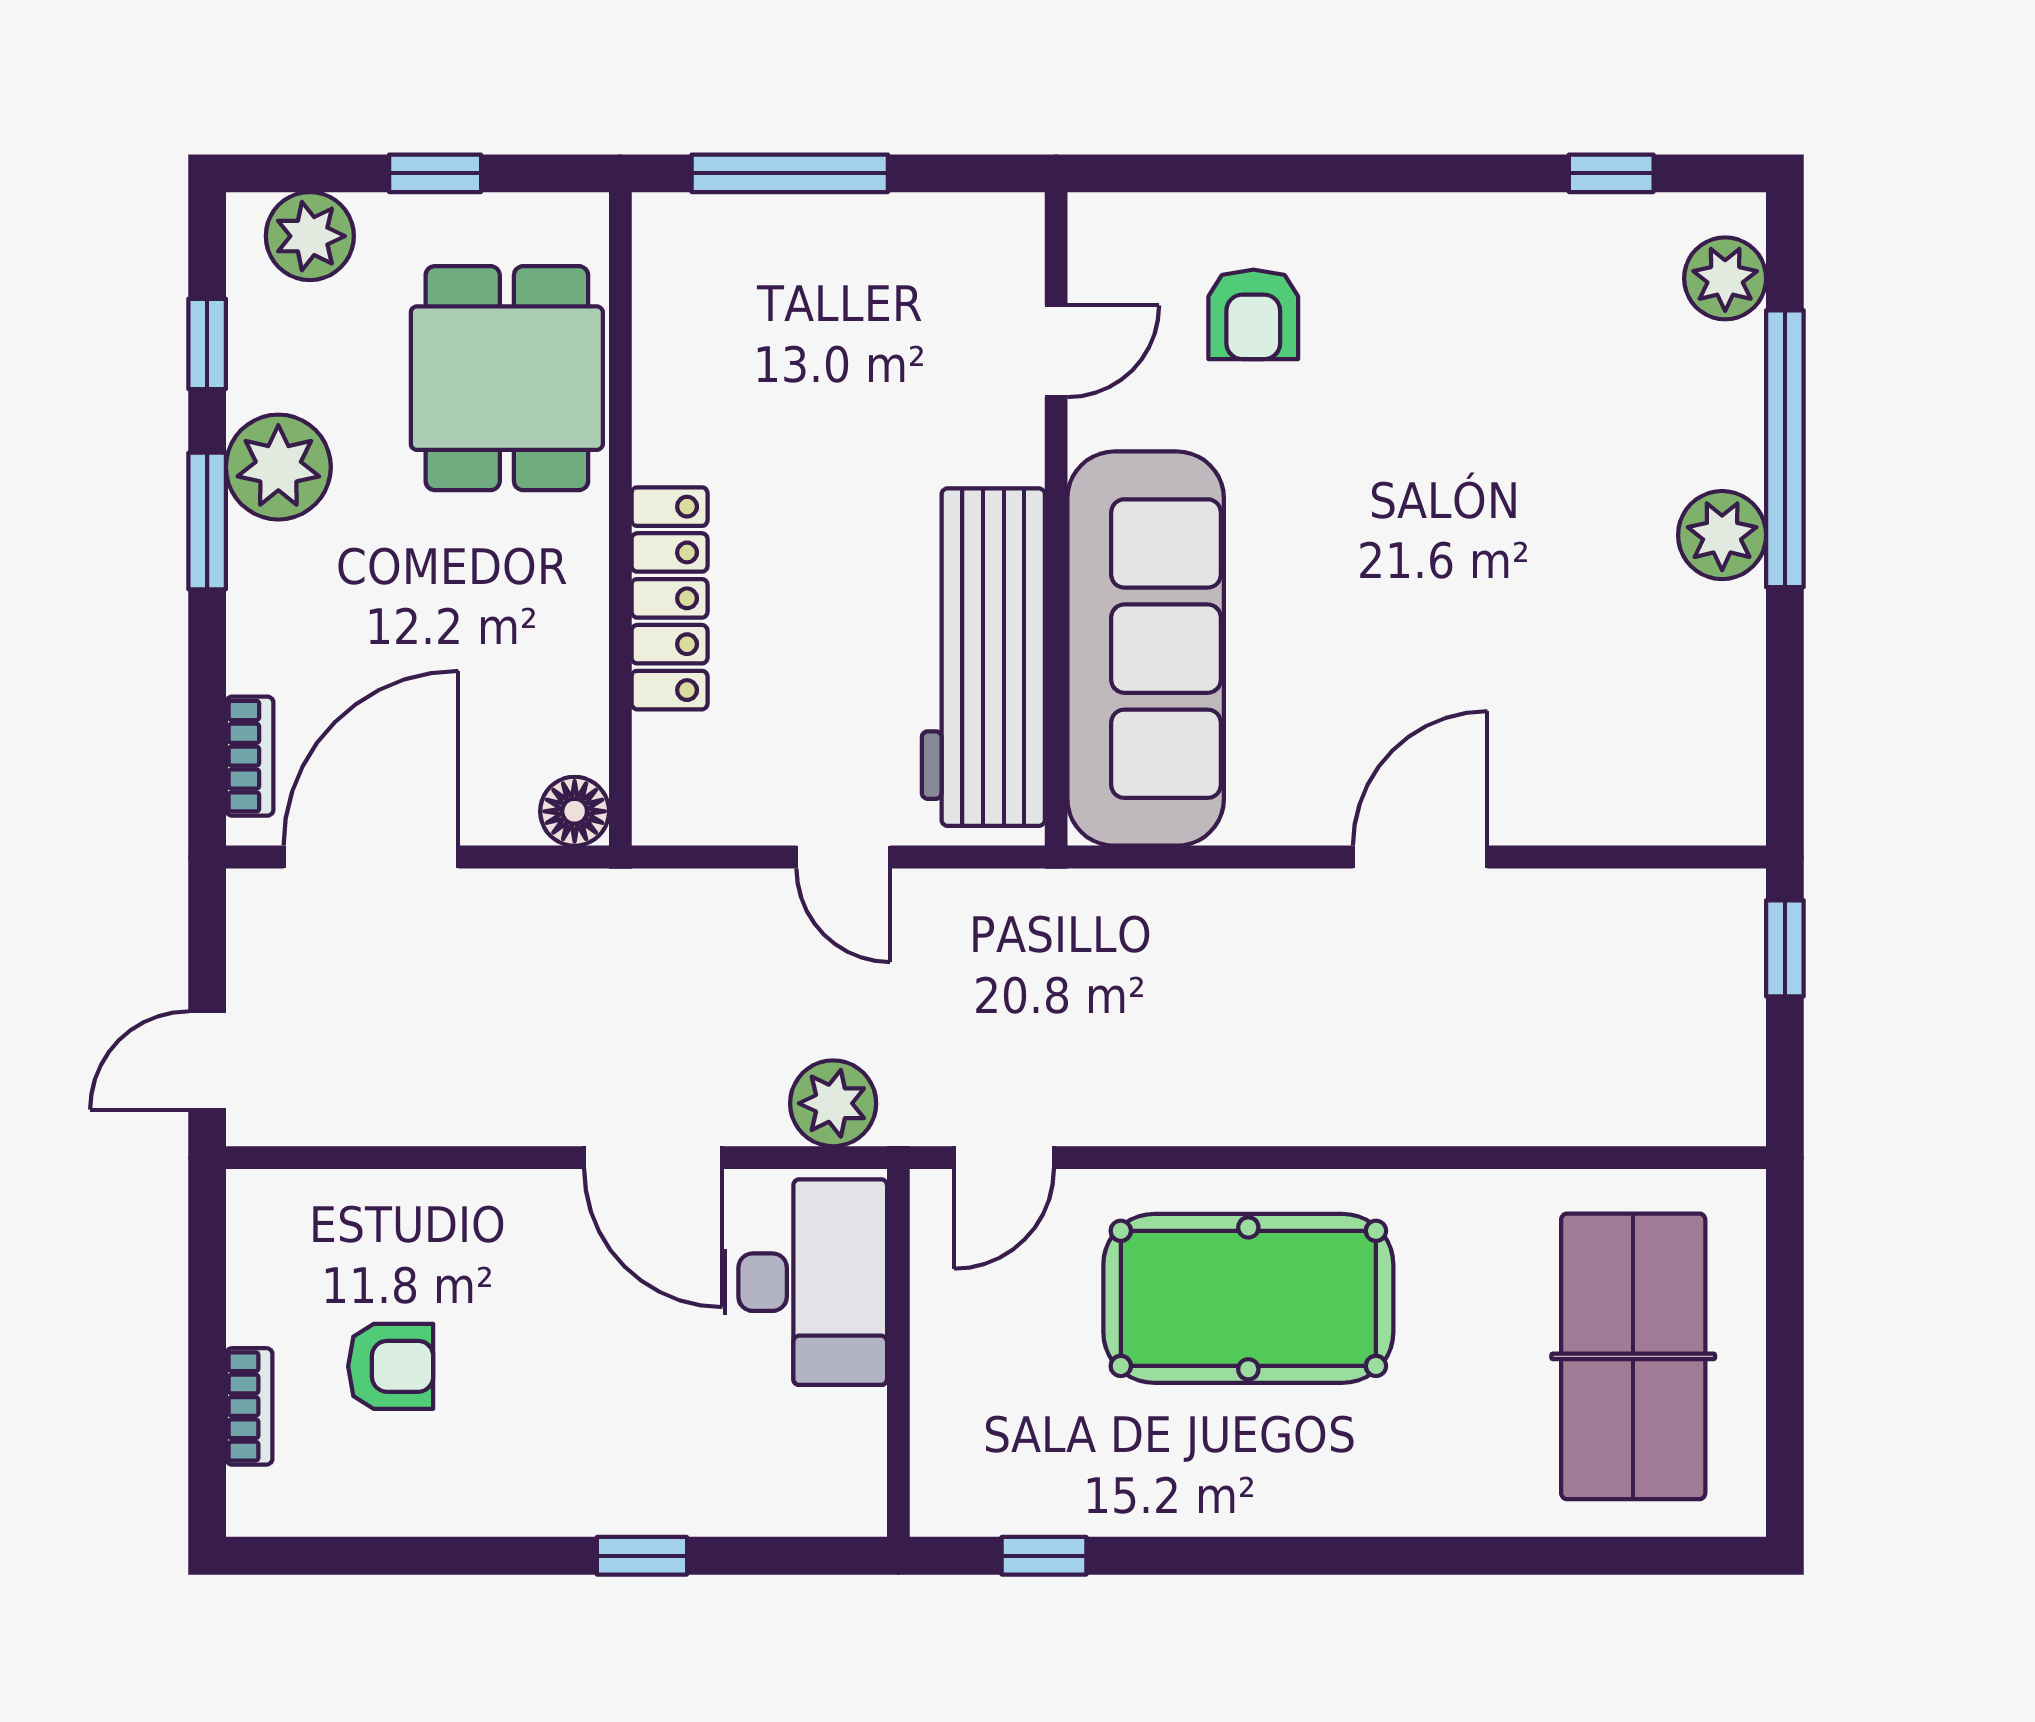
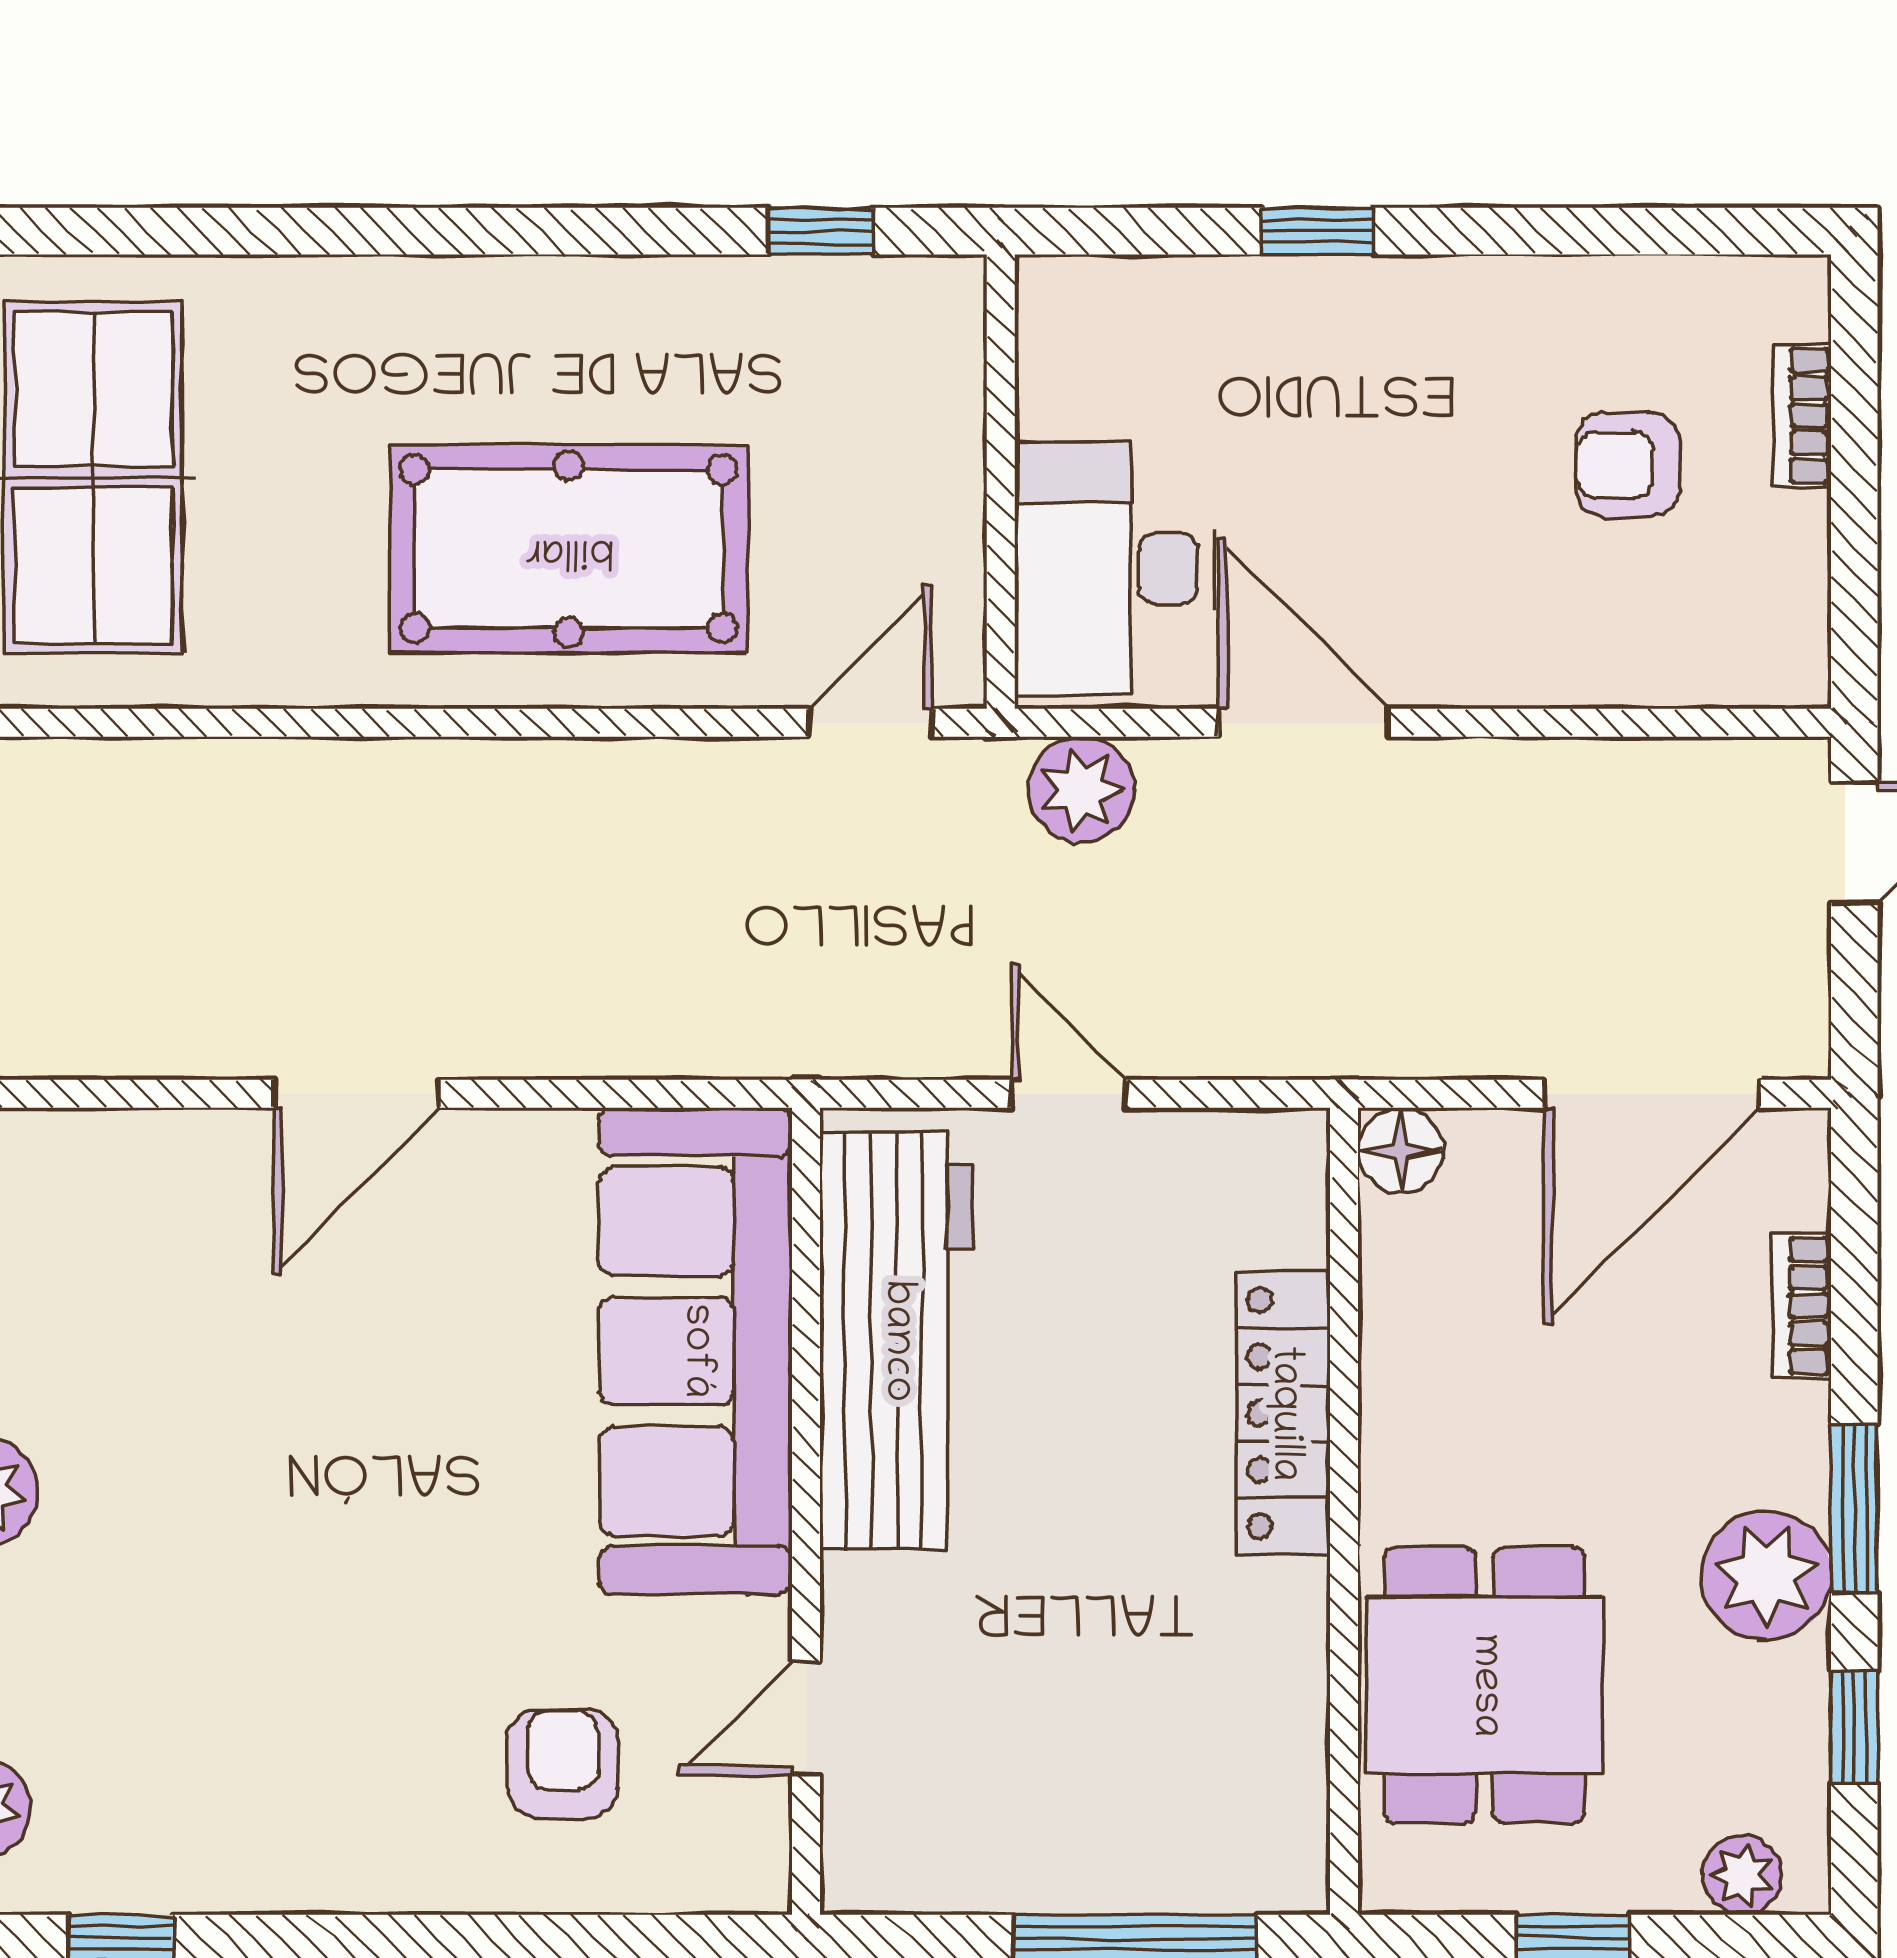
plant: (310, 236) -> (1742, 1875), width x0.73, depth x0.73
bookcase: (250, 756) -> (1802, 1306), moved

